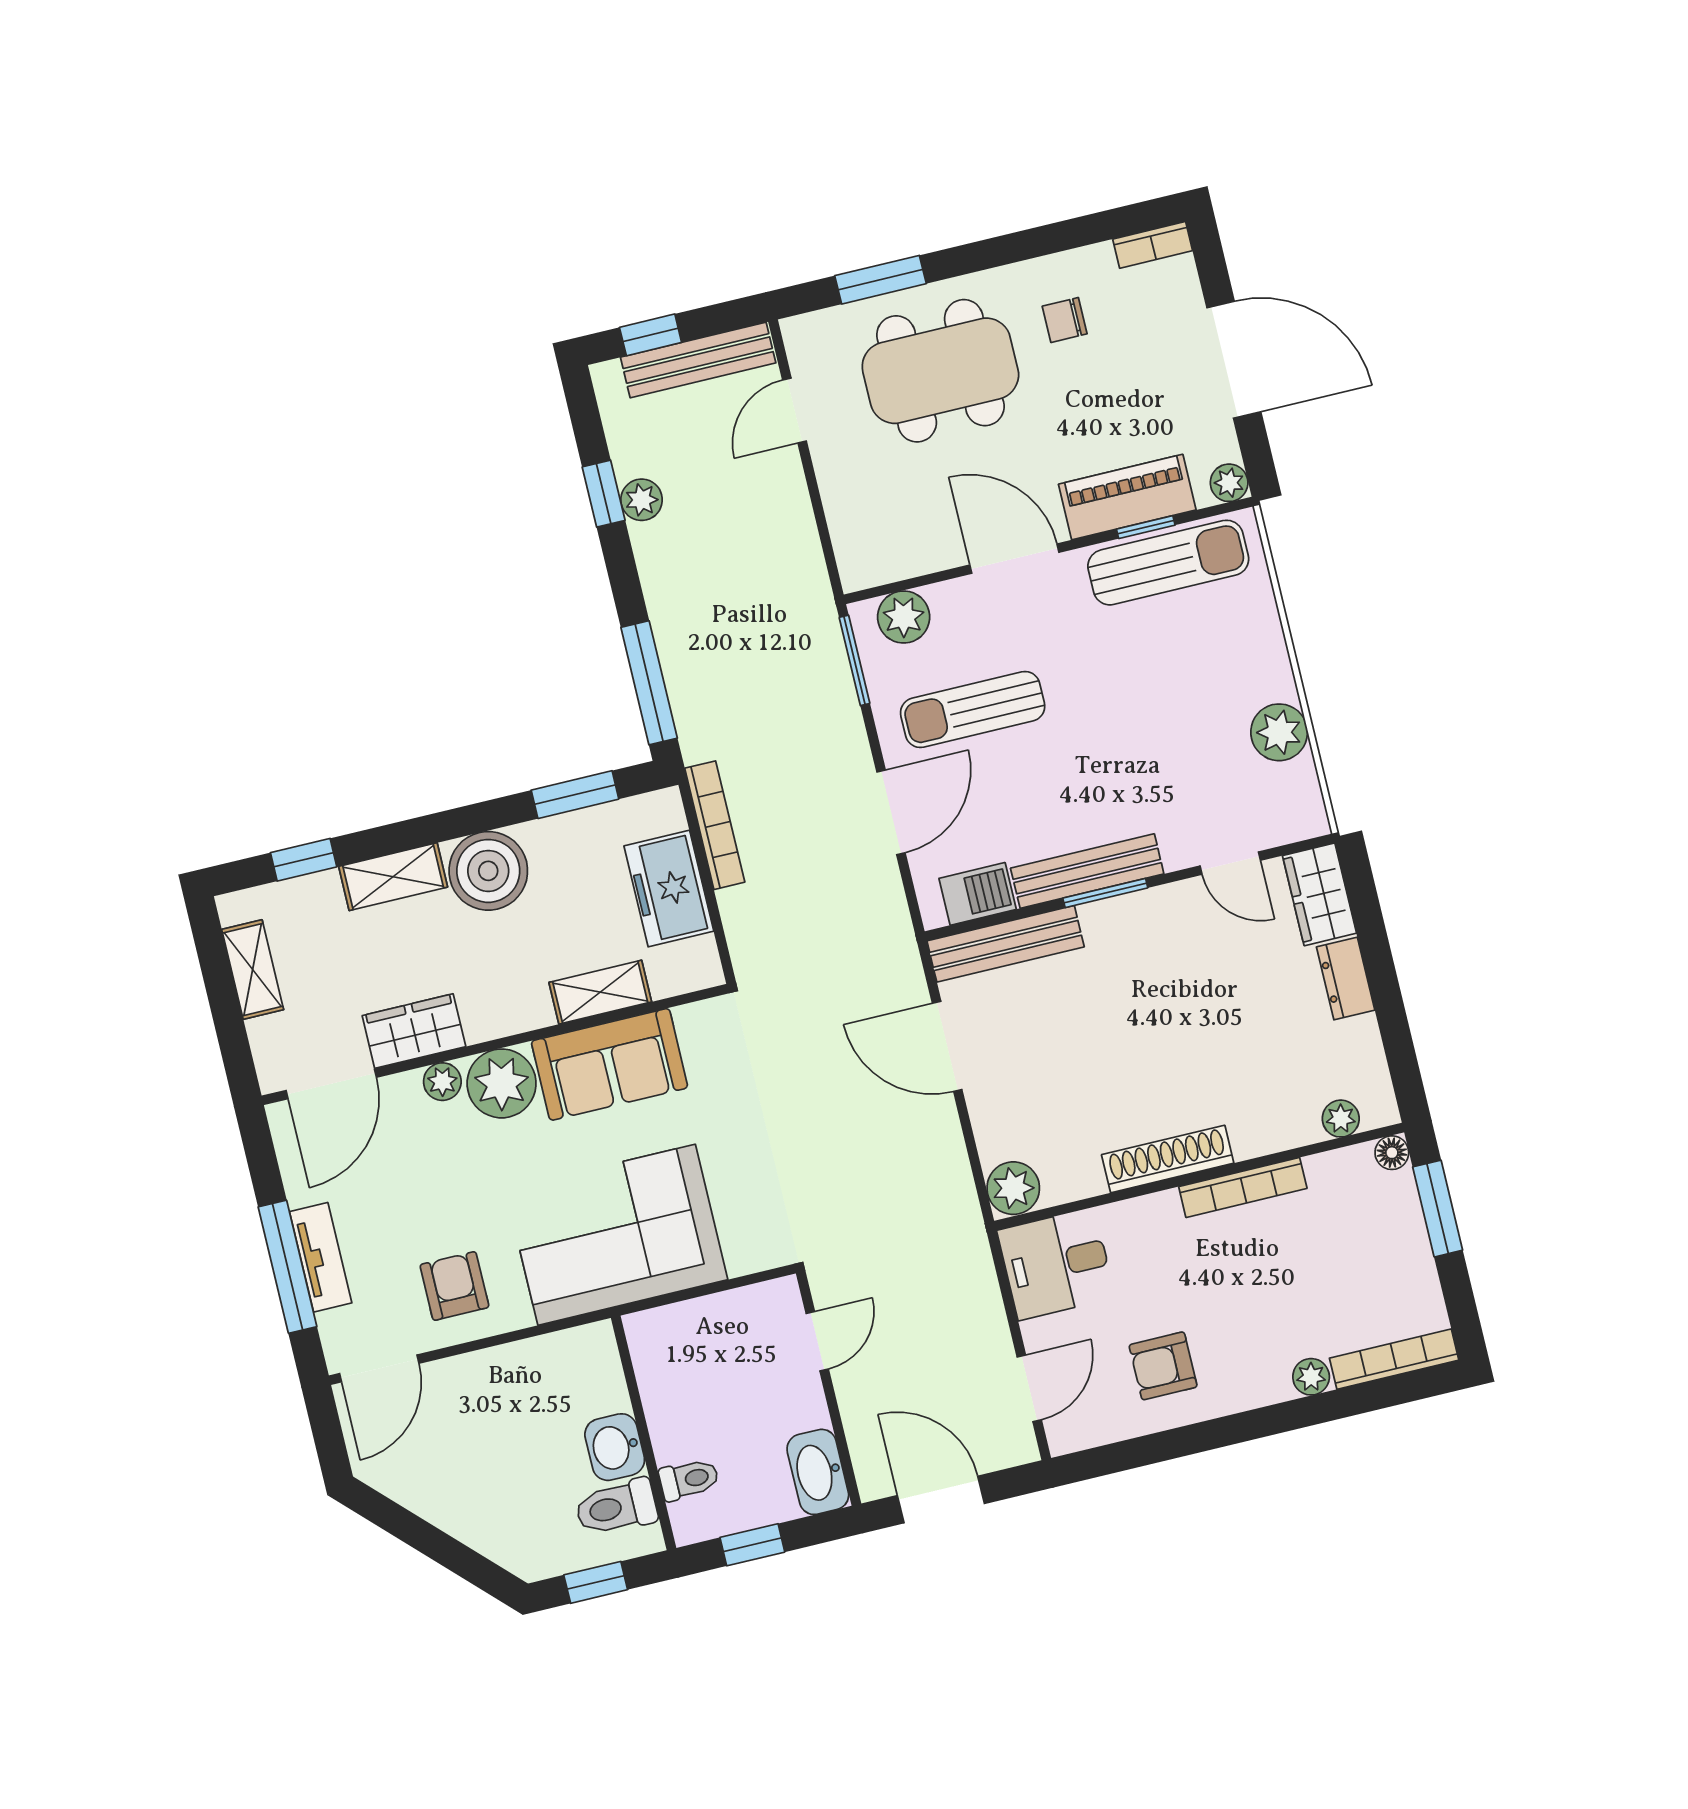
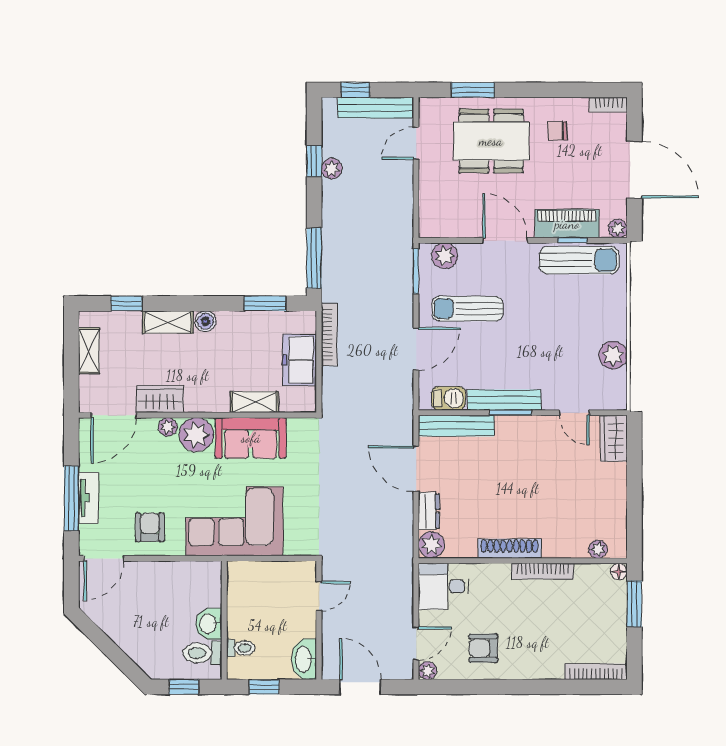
boiler: (488, 871) -> (205, 321), width x0.54, depth x0.54
dresser: (1346, 978) -> (429, 511), moved, turned 180
plant: (1311, 1377) -> (428, 671), moved

